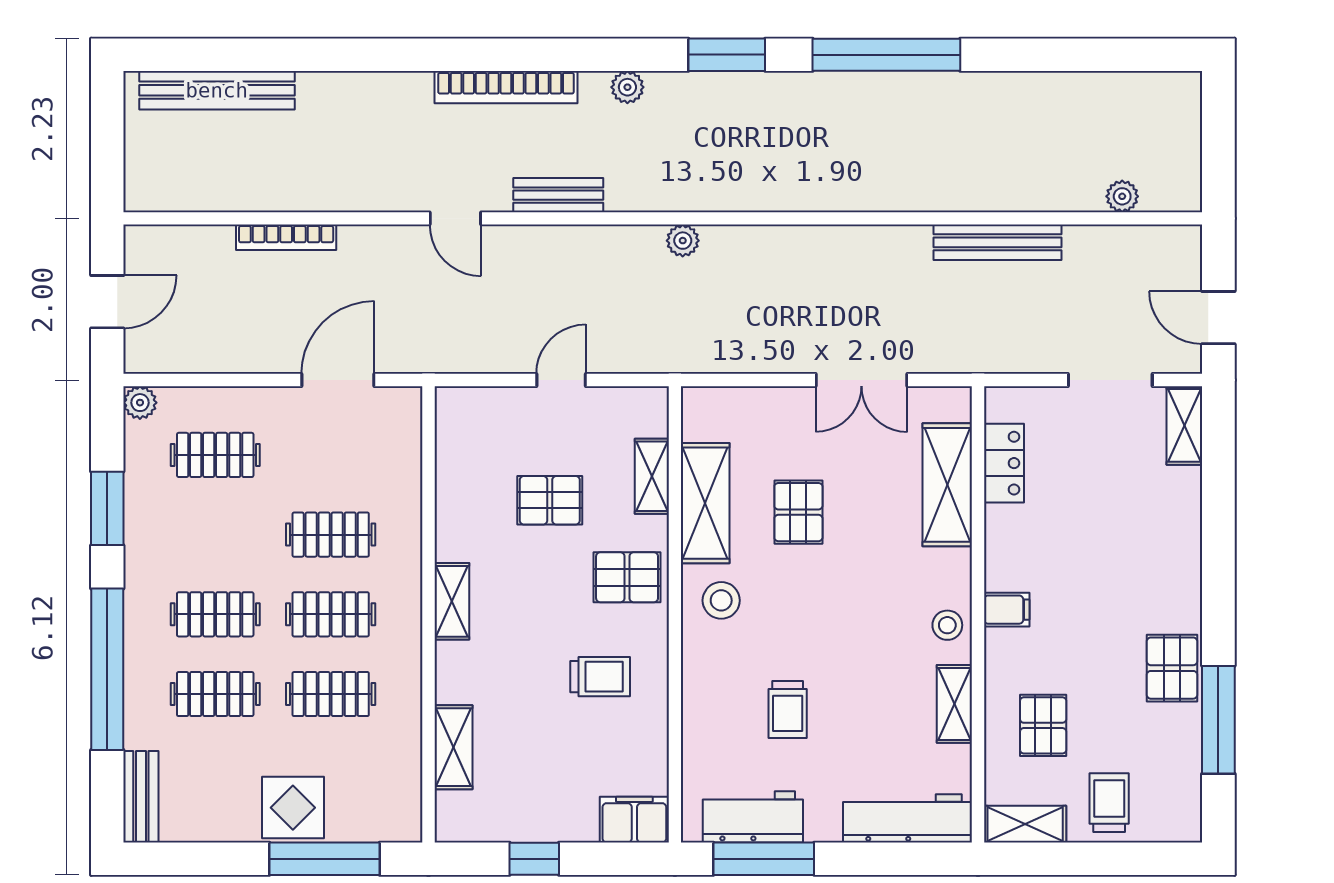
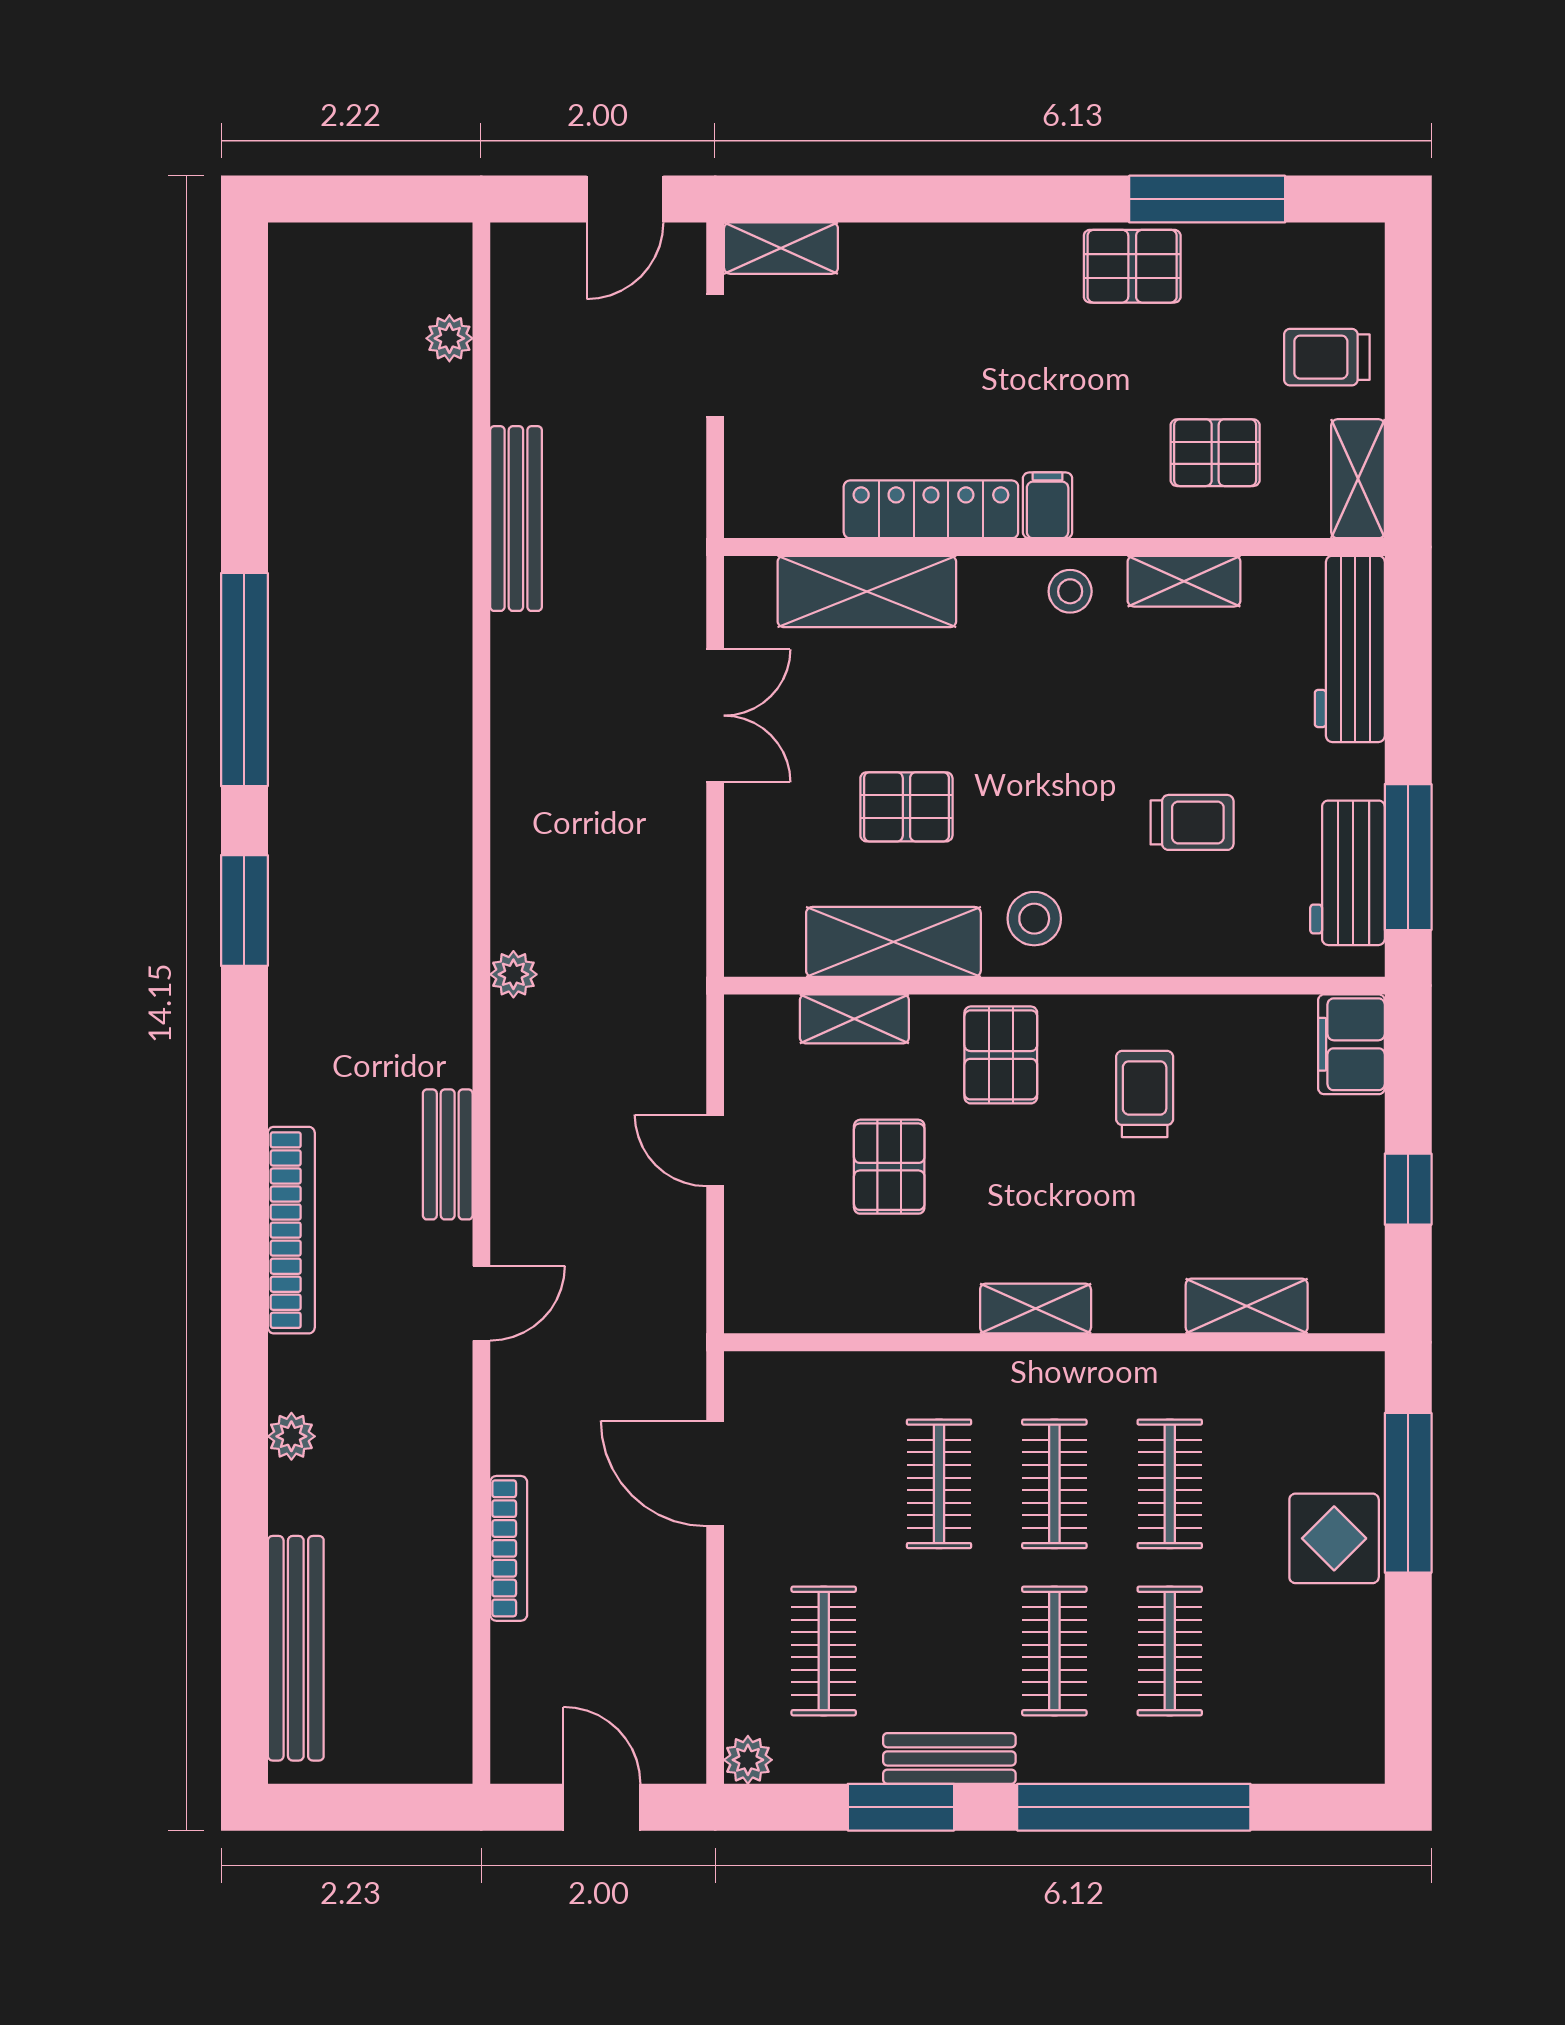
plant: (627, 87) -> (291, 1436), moved
locker: (1004, 463) -> (931, 509), moved, width x1.53
bench: (141, 797) -> (949, 1758), moved

